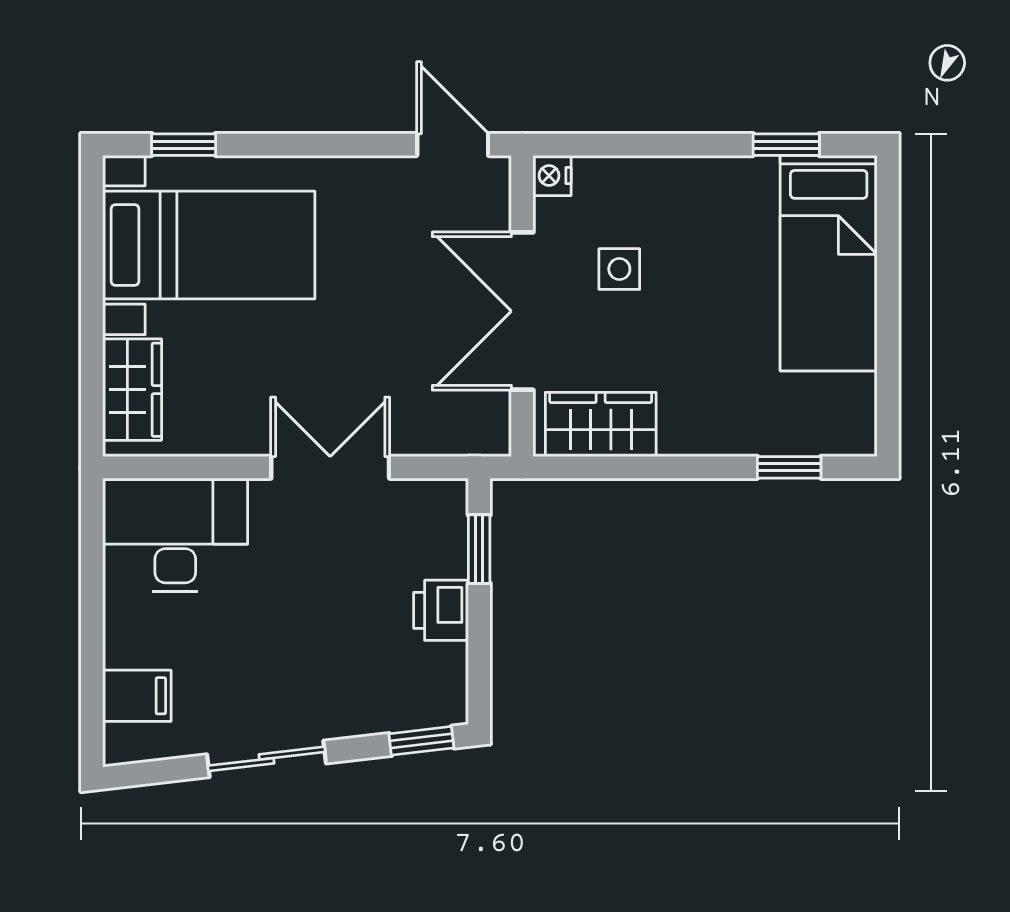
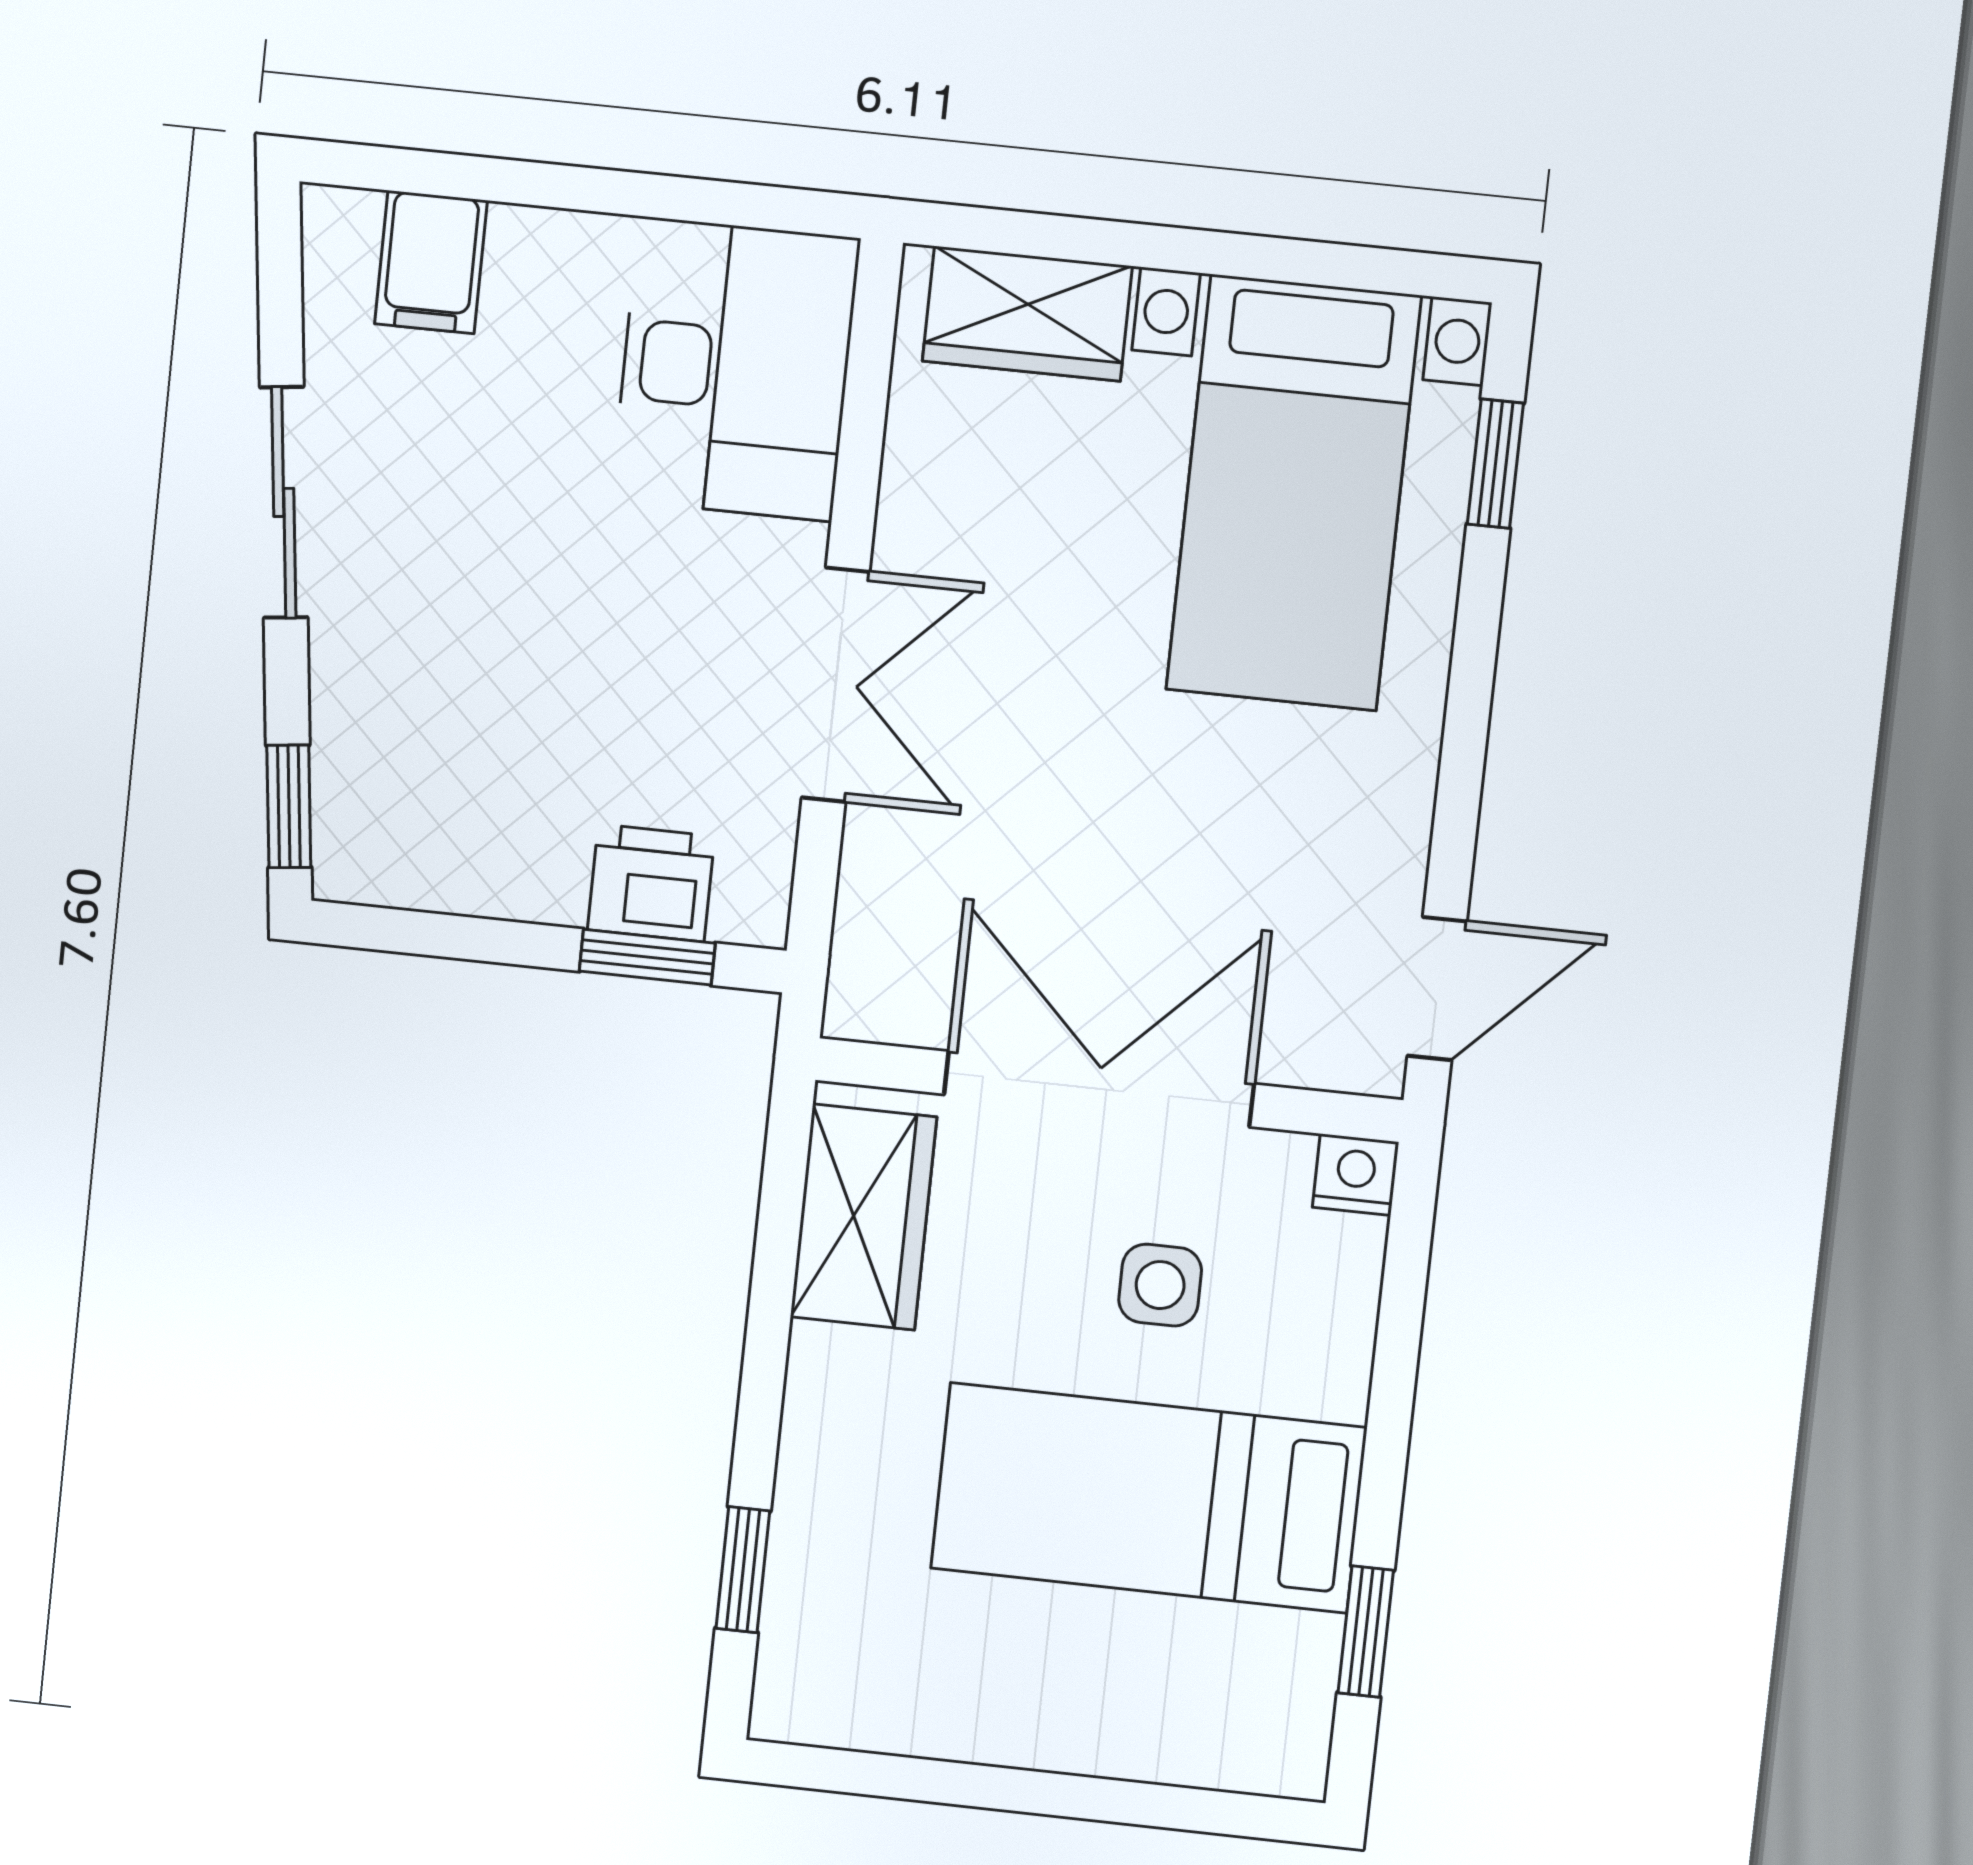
bed: (829, 263) -> (1149, 1498), moved
printer: (441, 610) -> (651, 883), moved

